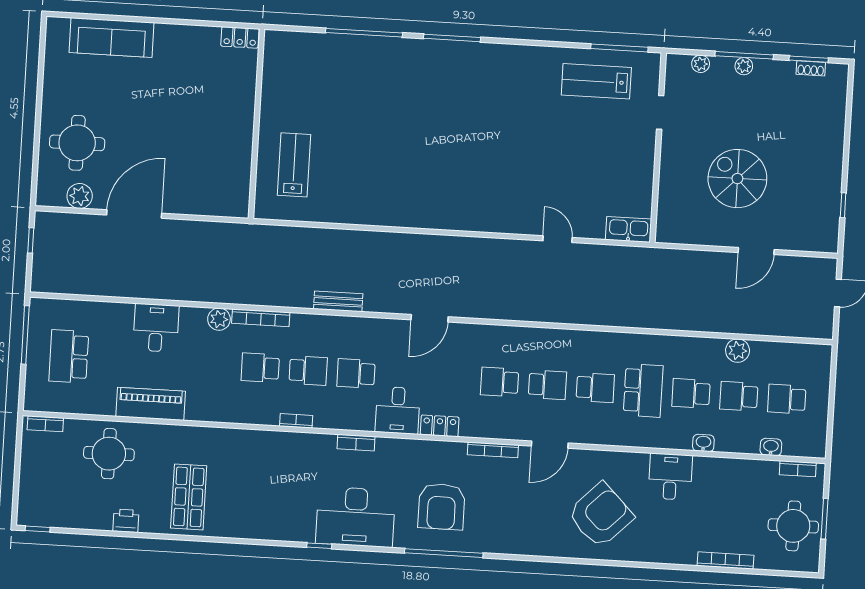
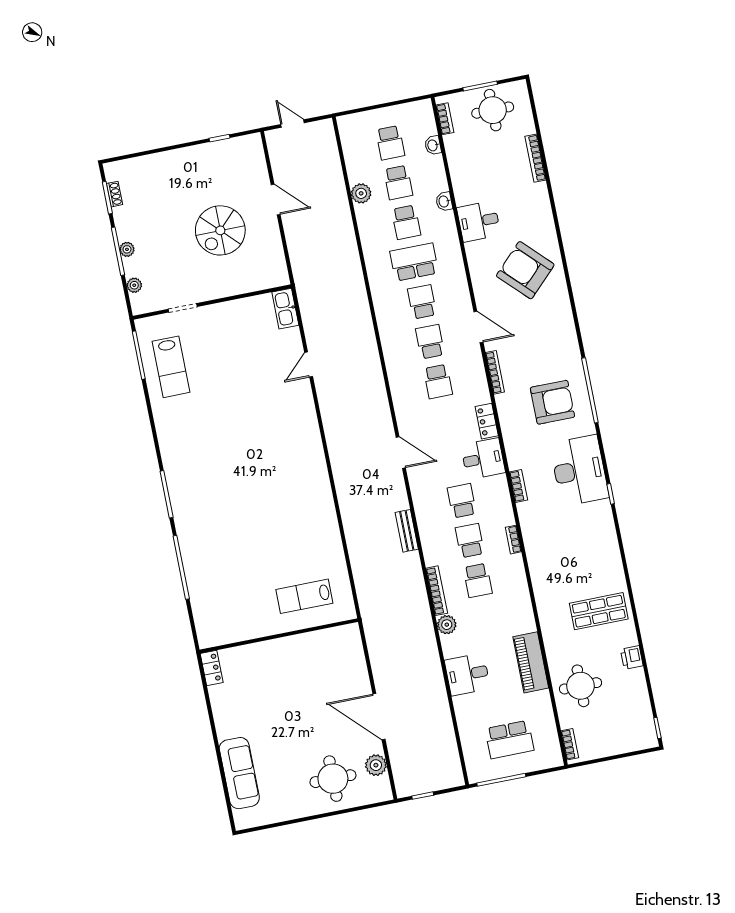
school desk: (356, 373) -> (462, 501), turned 180

